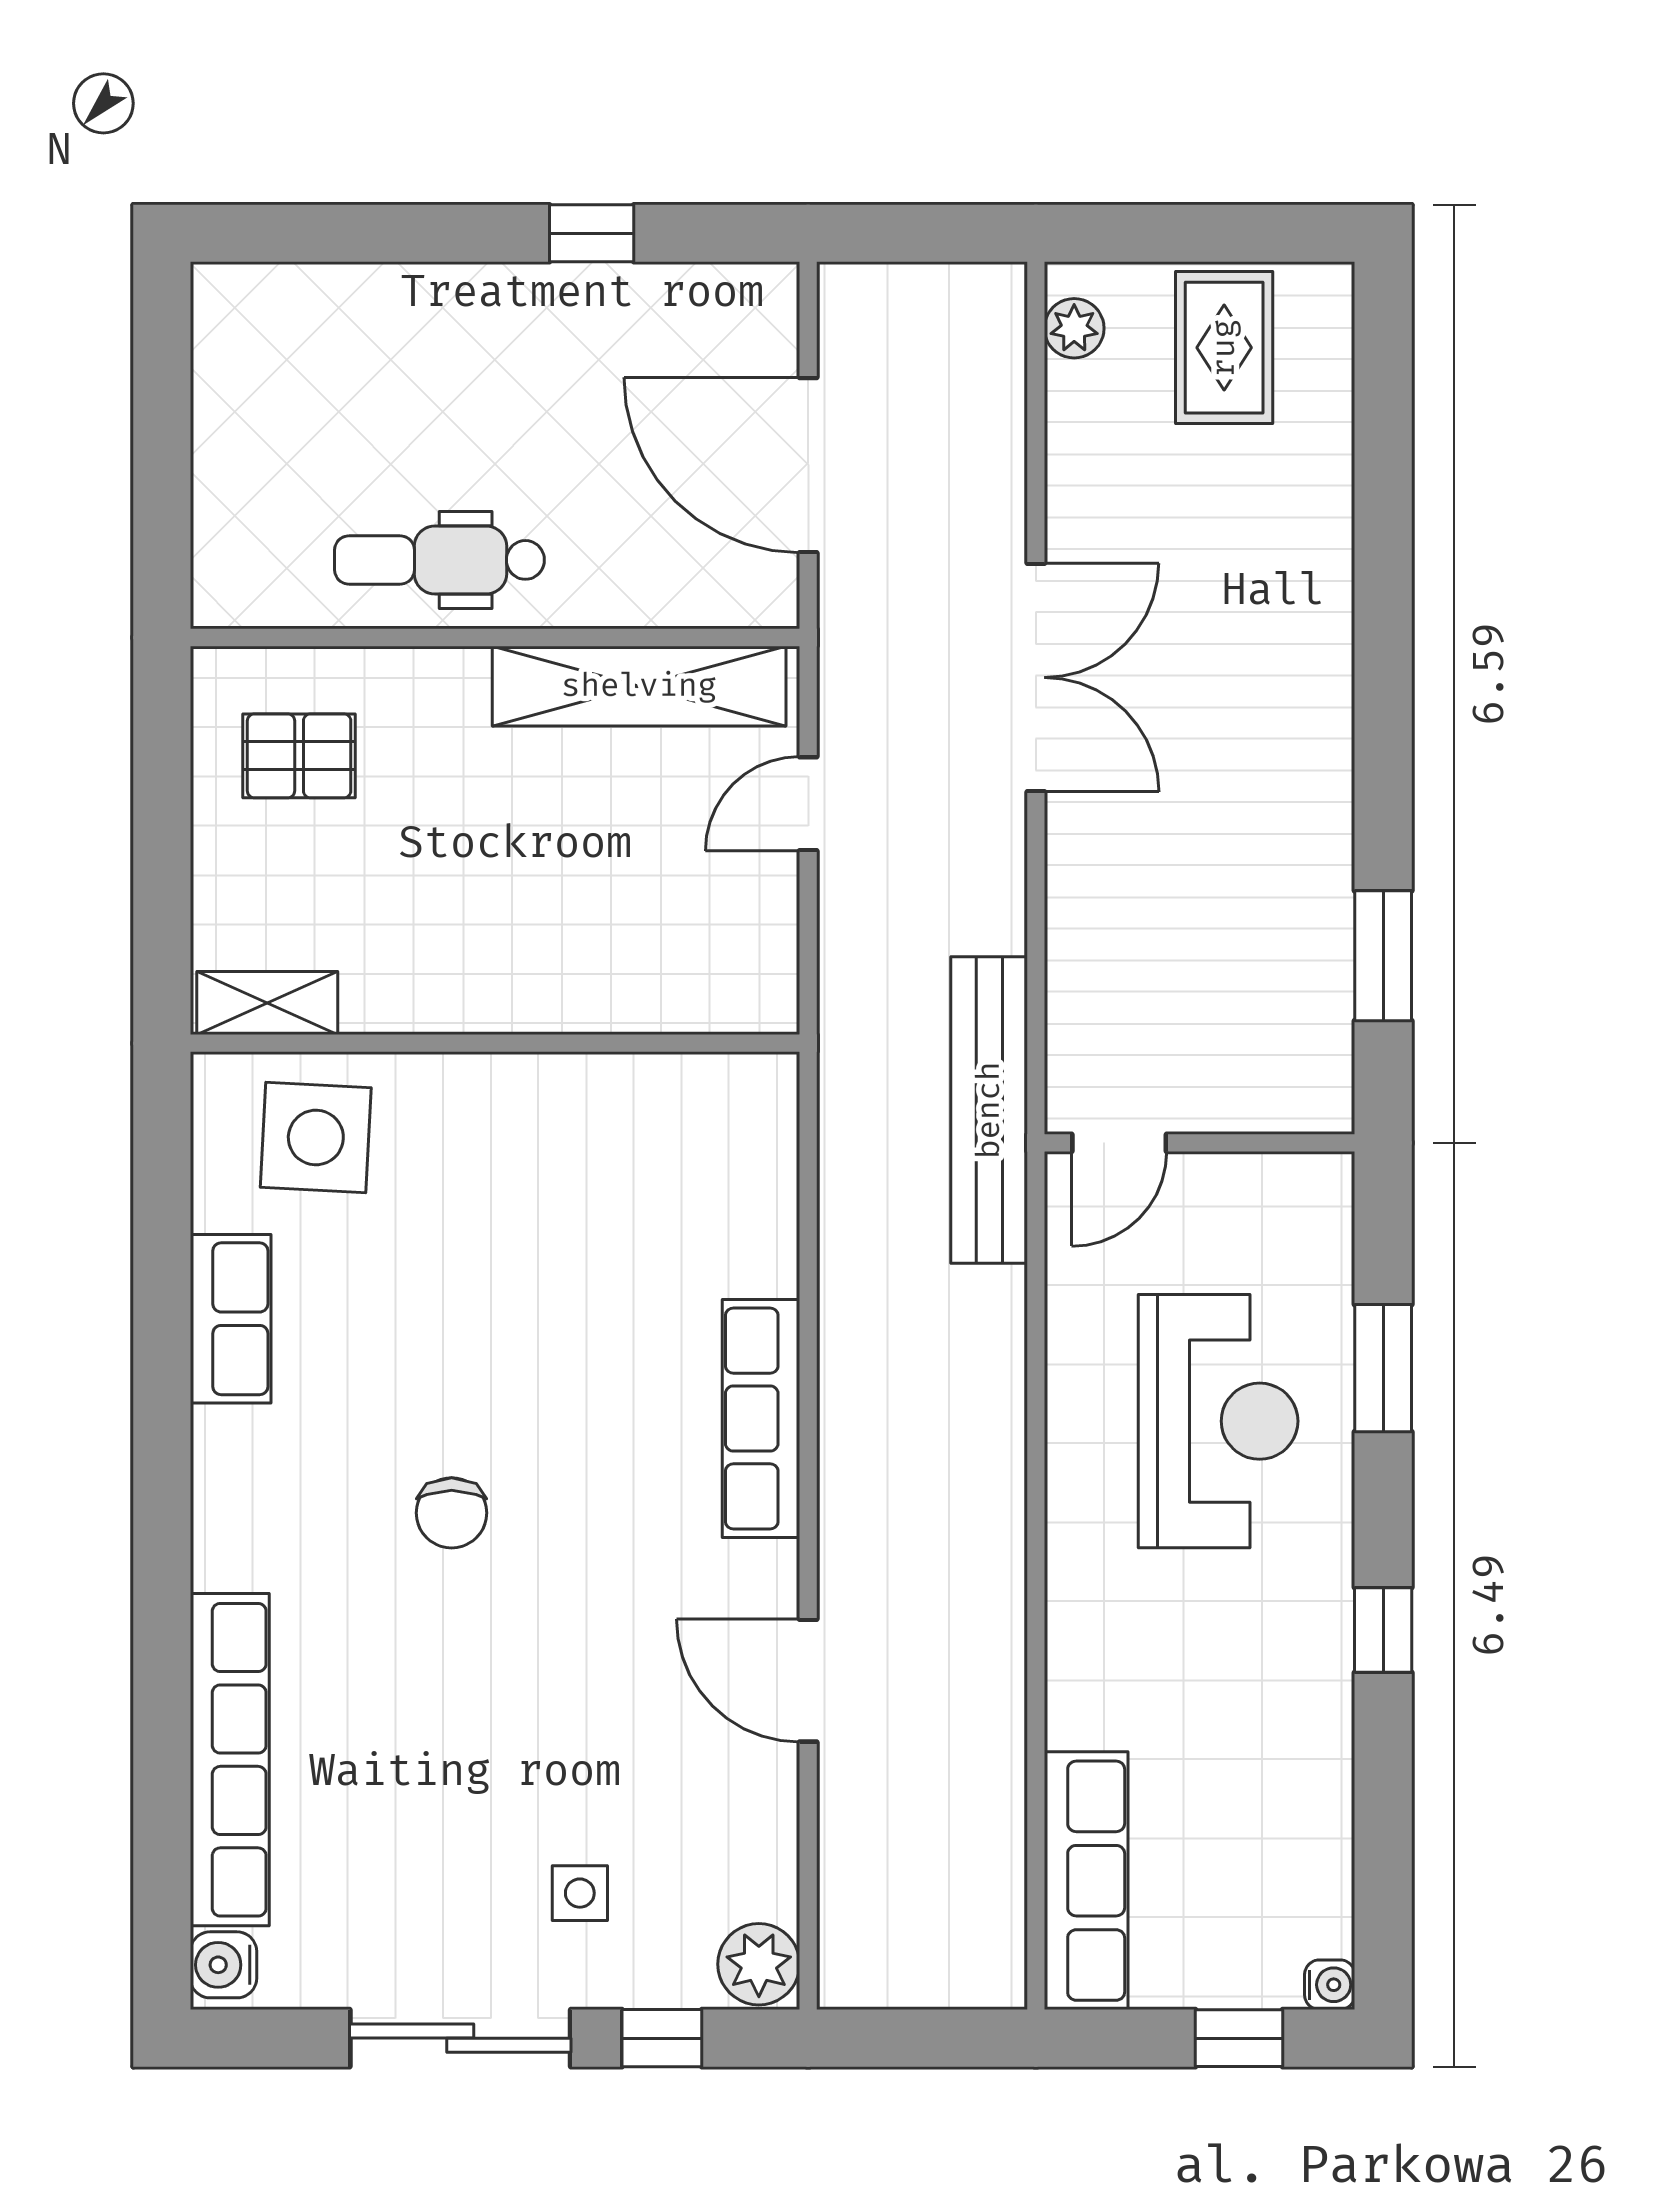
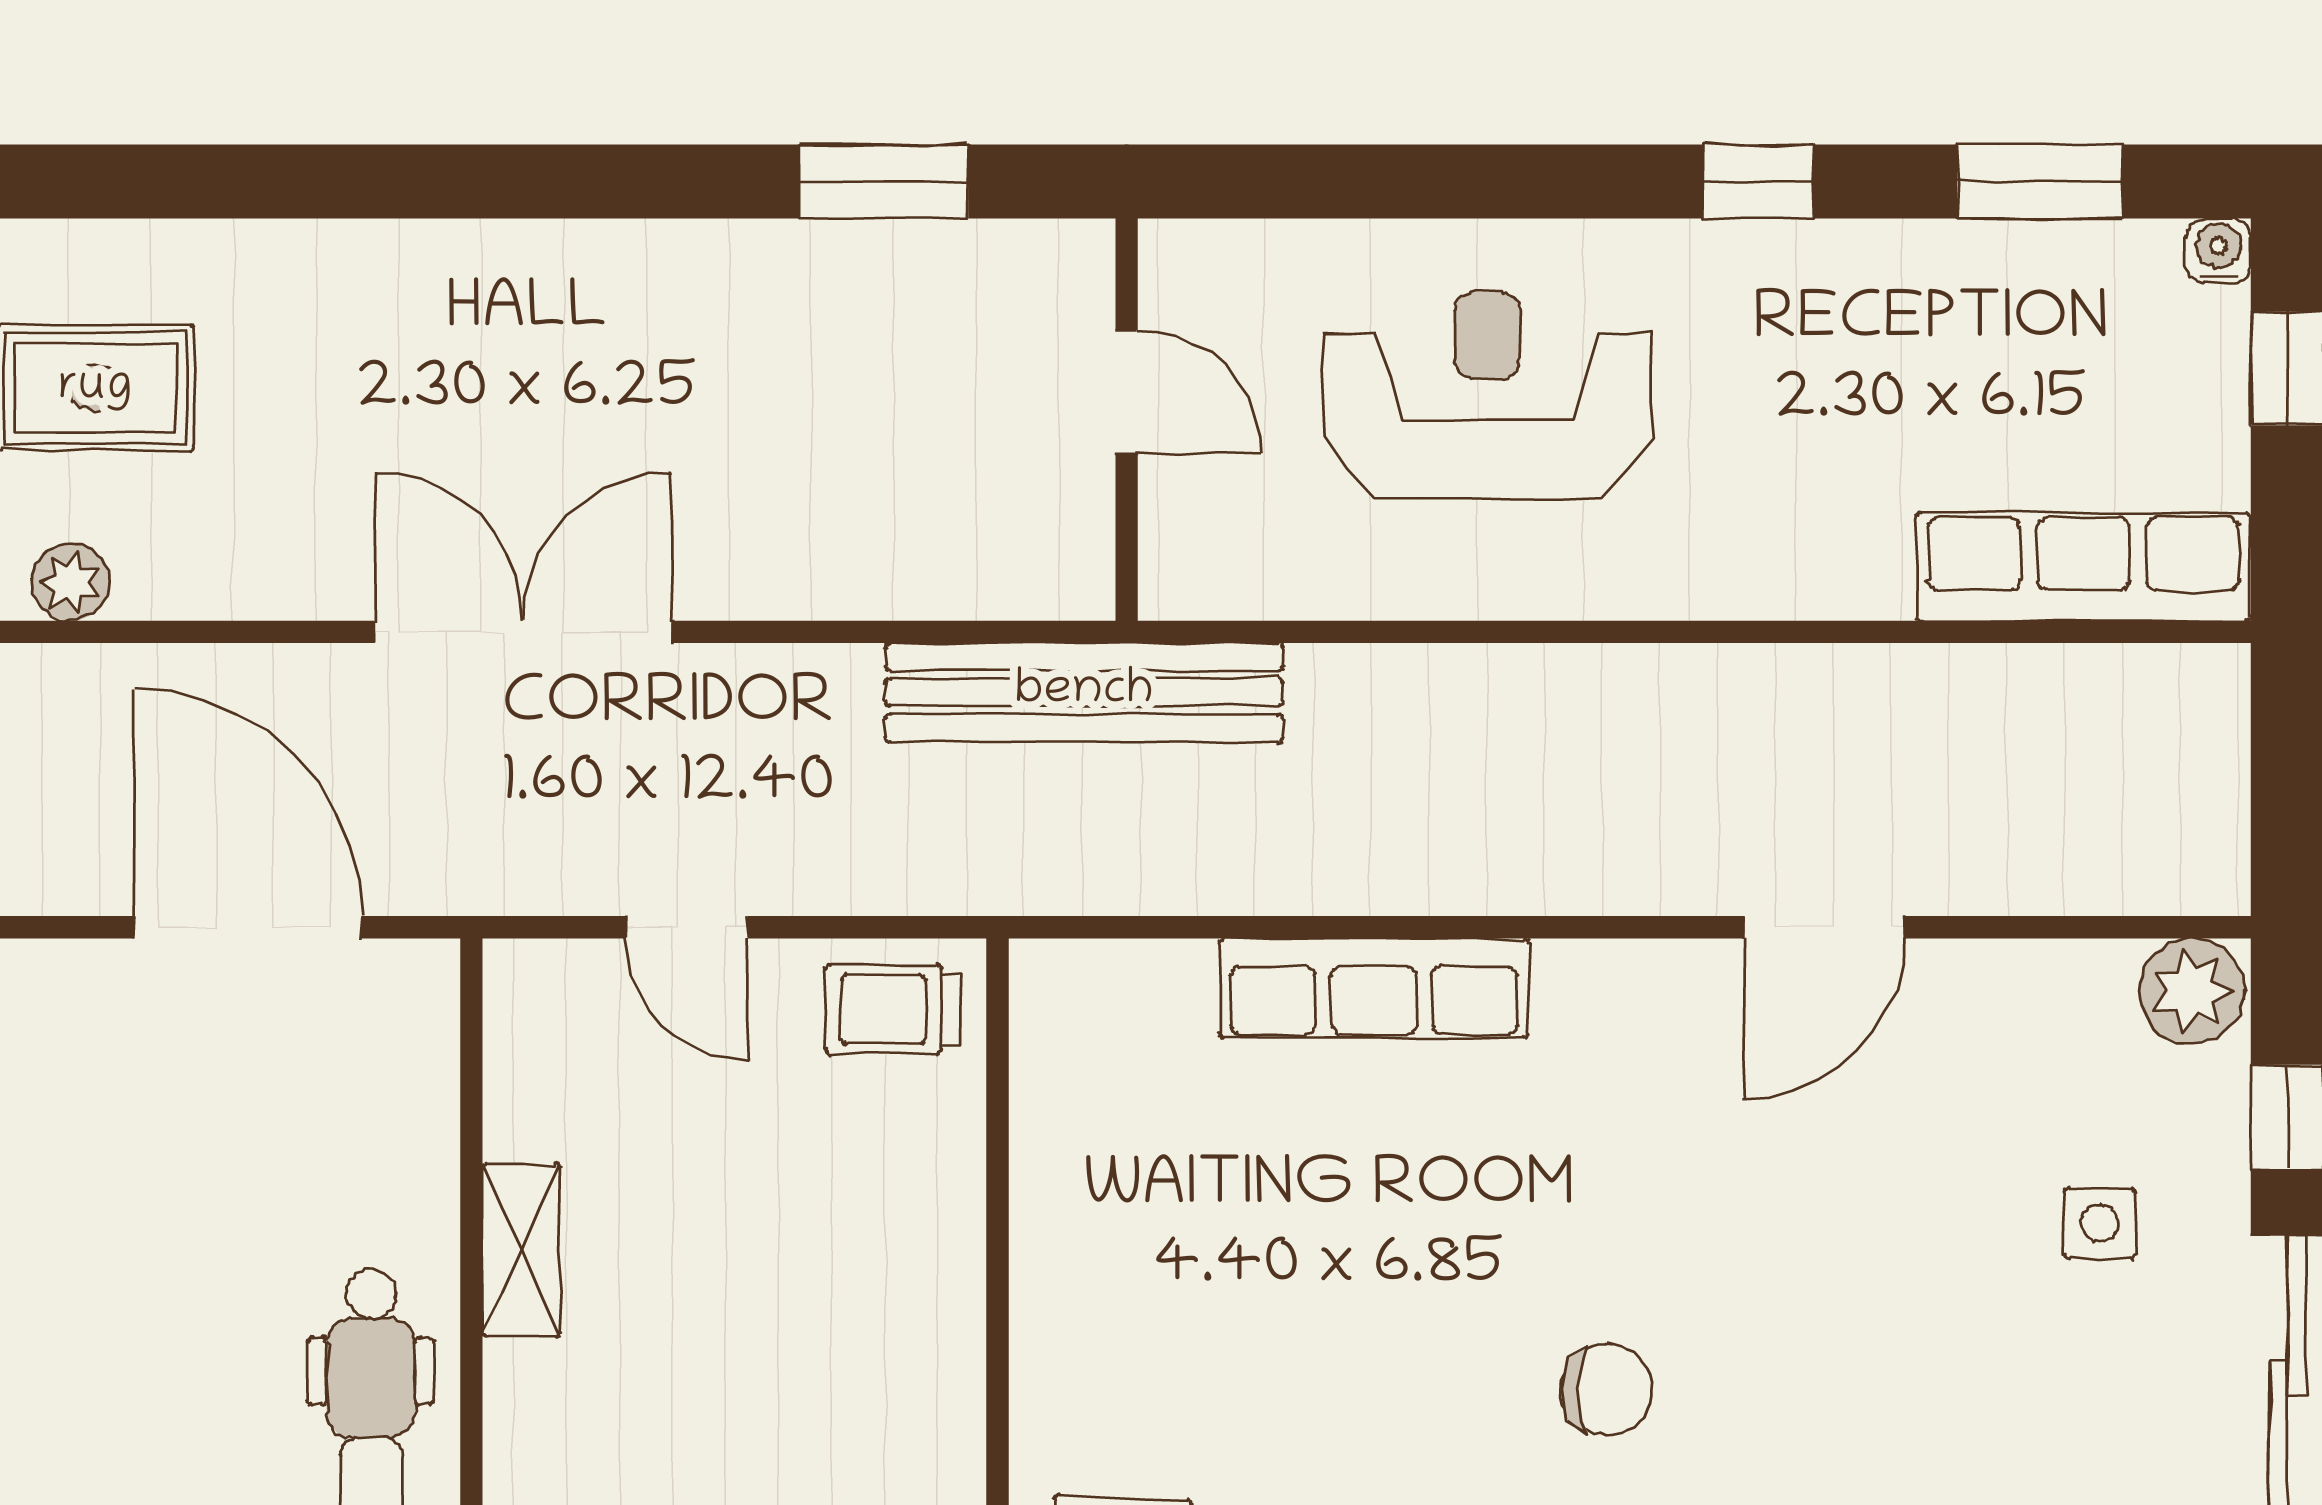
door: (808, 465) -> (248, 927), swing flipped
shelving: (639, 686) -> (521, 1250), width x0.45, depth x0.75
trolley: (745, 962) -> (893, 1010), added
door: (1119, 1143) -> (1127, 391), moved
window: (1383, 1368) -> (2040, 181), moved
row of seats: (761, 1419) -> (1374, 988), moved

